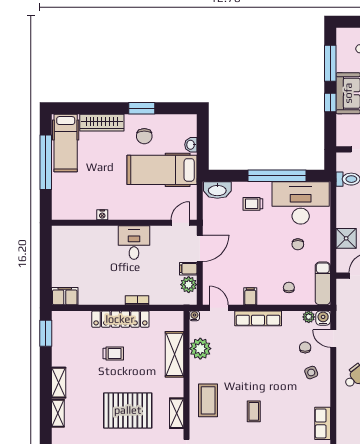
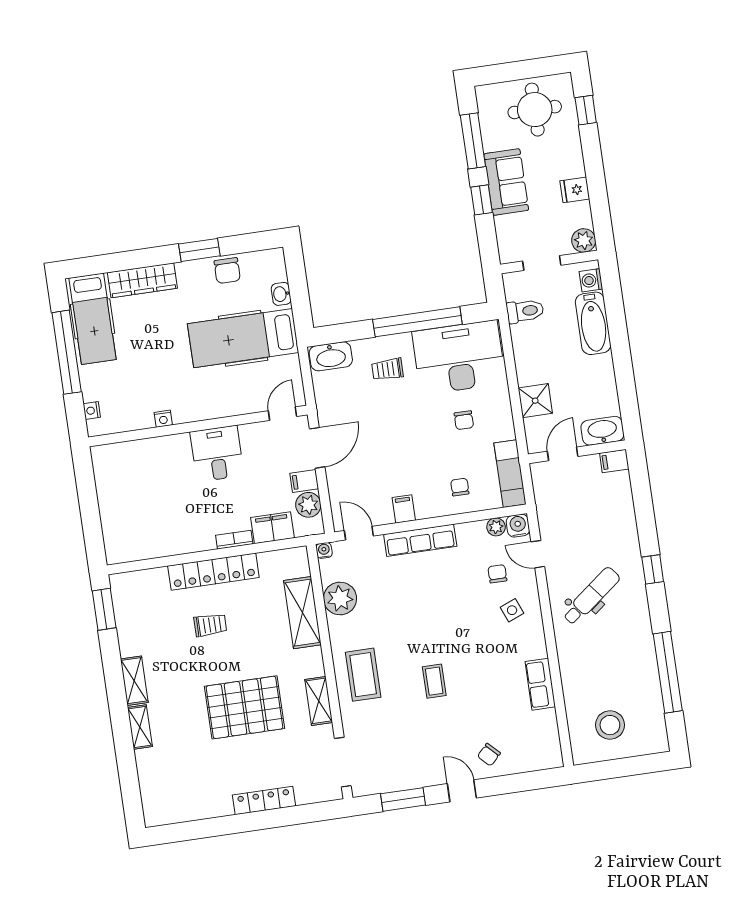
chair: (144, 136) -> (227, 271), moved
nightstand: (57, 203) -> (92, 410), added
filing cabinet: (65, 296) -> (273, 528), moved

